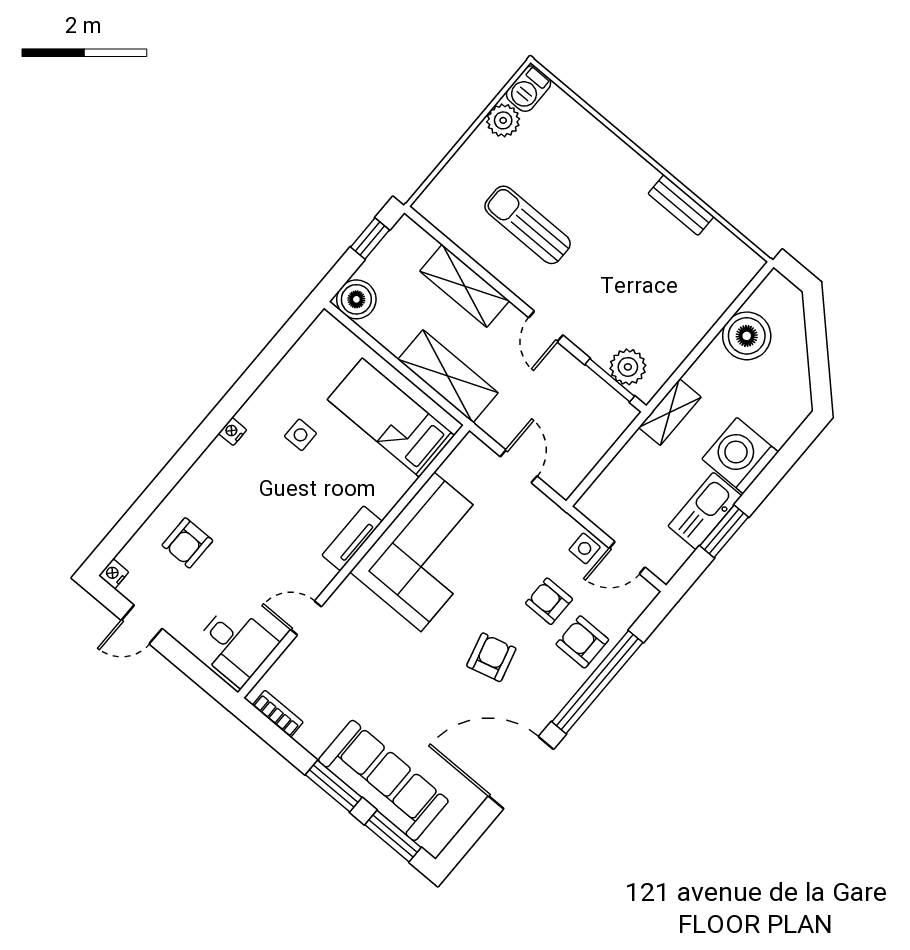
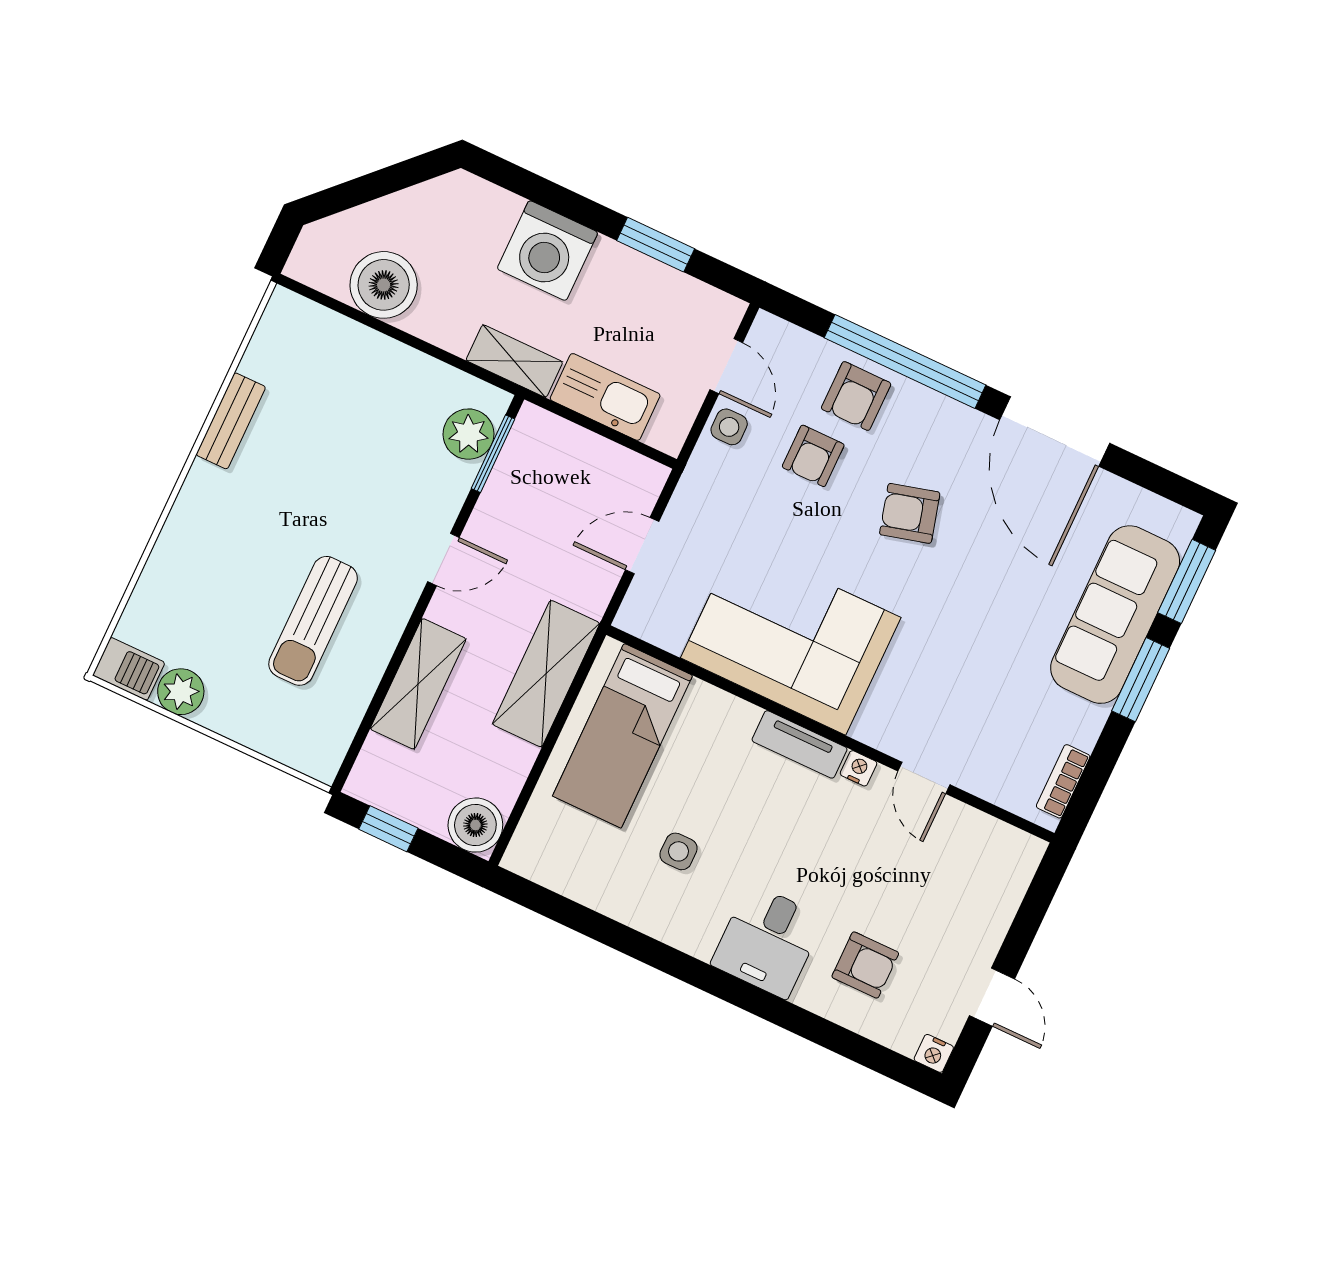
nightstand: (233, 432) -> (859, 768), moved, turned 180
kitchen sink: (705, 511) -> (605, 397), moved, turned 180
desk: (235, 645) -> (768, 941), moved, turned 180

